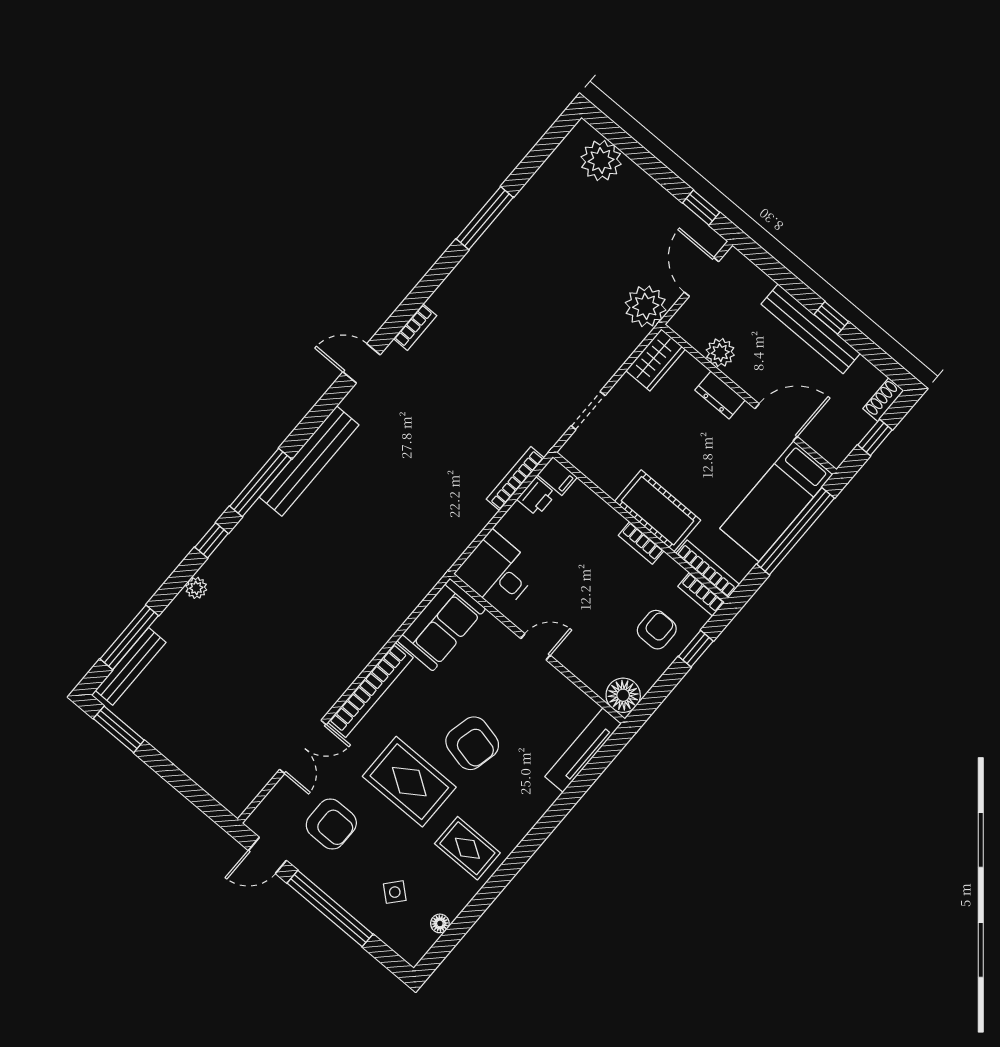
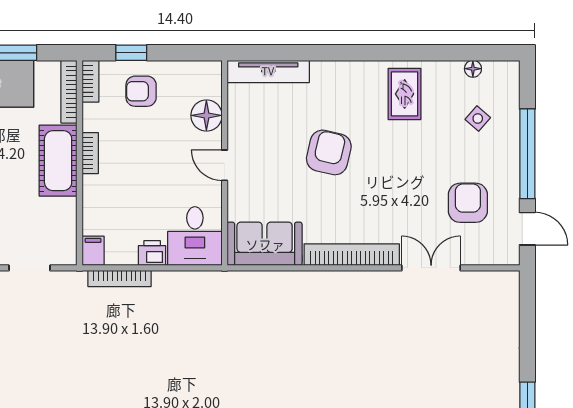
printer: (536, 497) -> (152, 253), moved
floor lamp: (623, 695) -> (206, 115), moved
rug: (409, 782) -> (393, 173), removed

